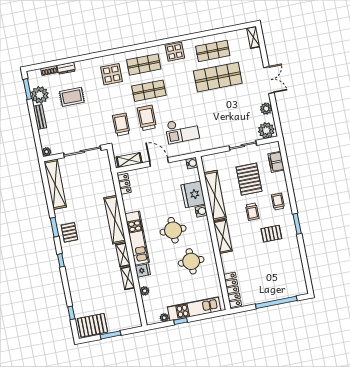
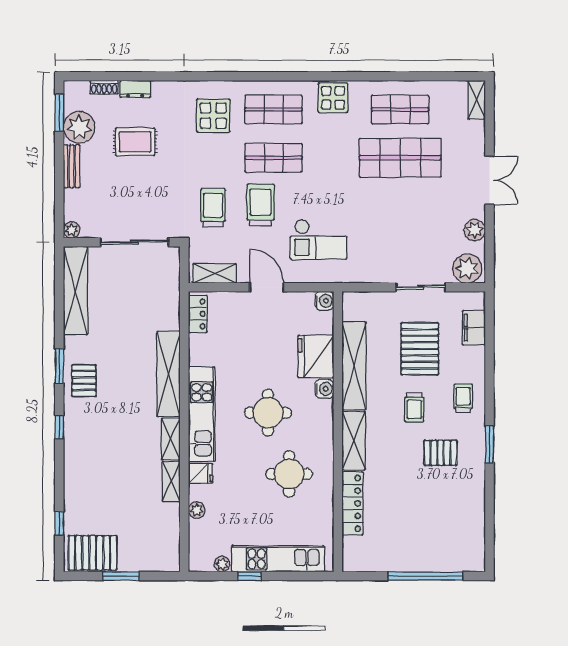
locker: (233, 290) -> (352, 503), moved

